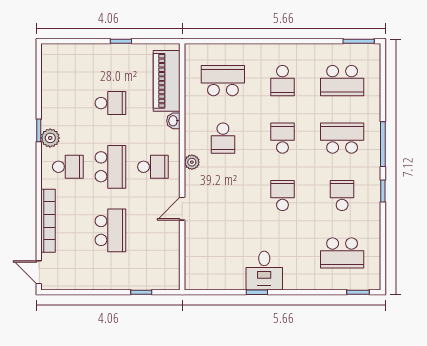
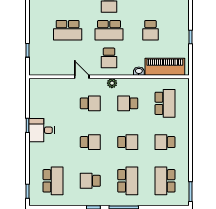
school desk: (223, 196) -> (90, 103), added
school desk: (342, 196) -> (90, 181), turned 180
school desk: (342, 253) -> (53, 181), turned 180

